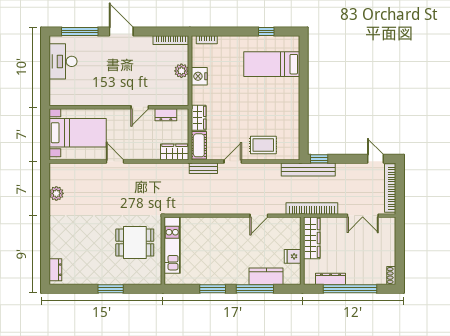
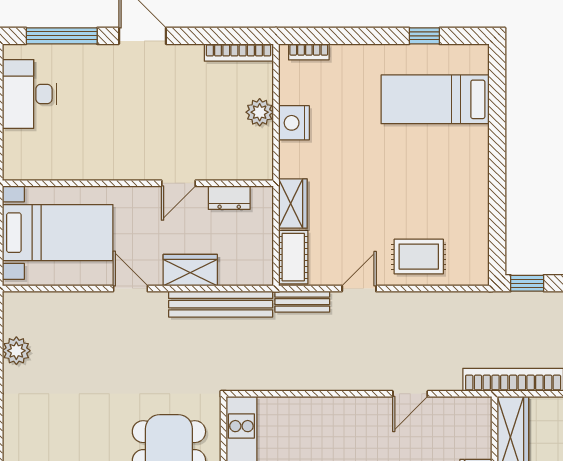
wardrobe: (175, 152) -> (190, 270), moved
bench: (308, 169) -> (221, 304), moved

